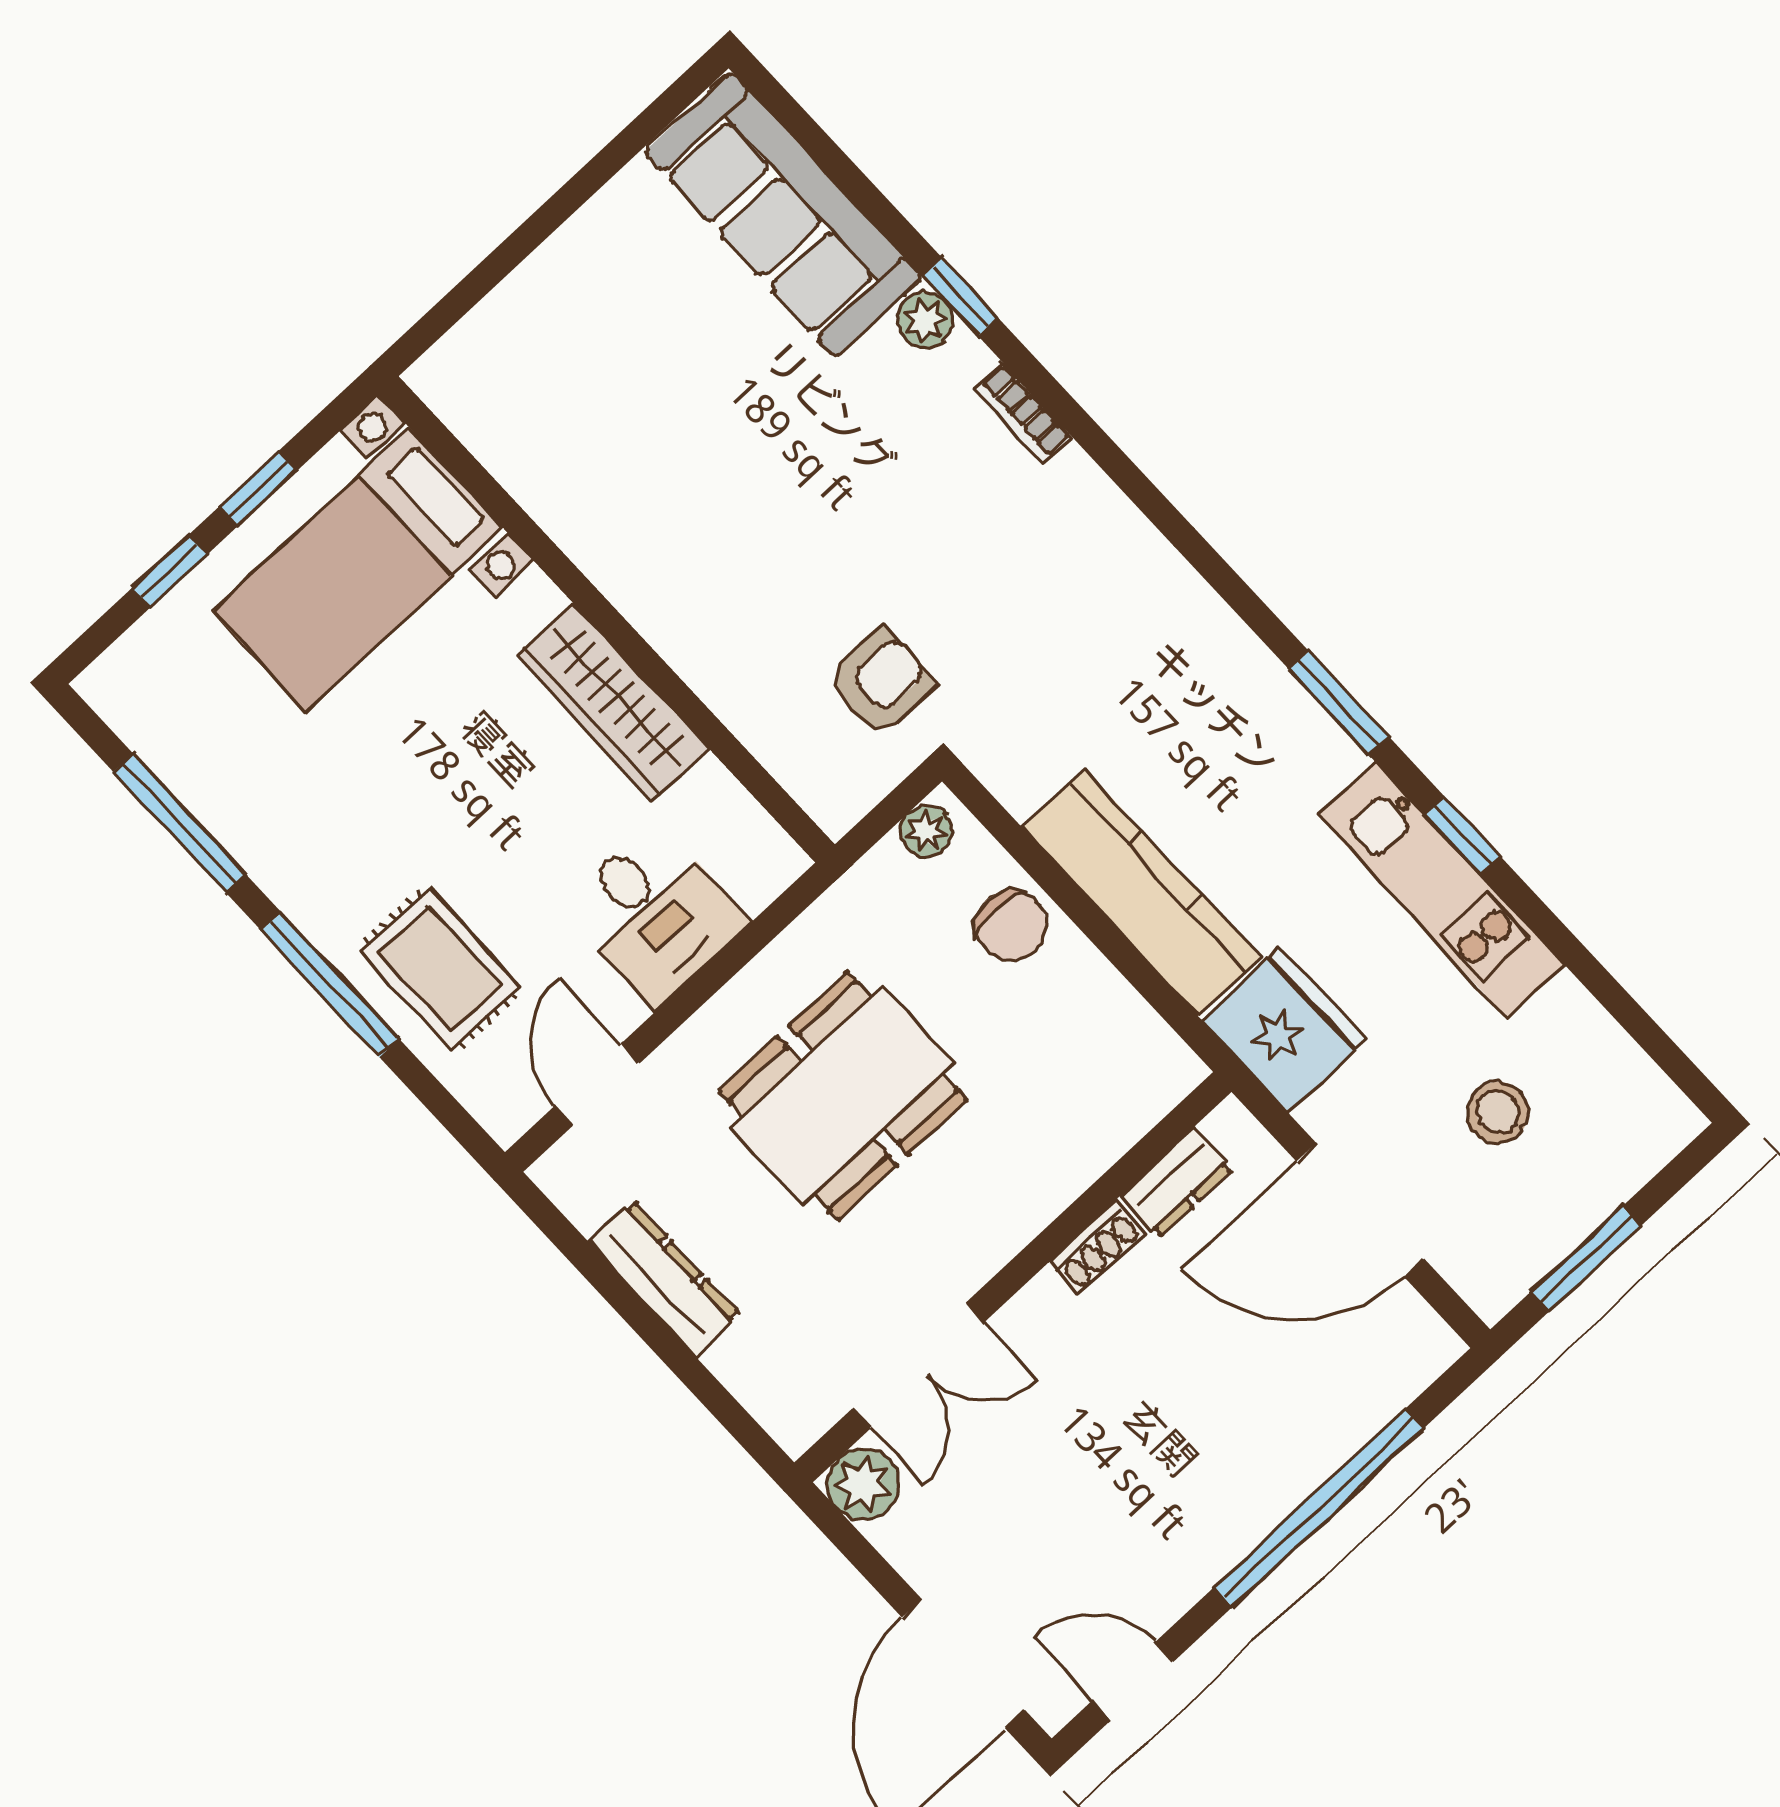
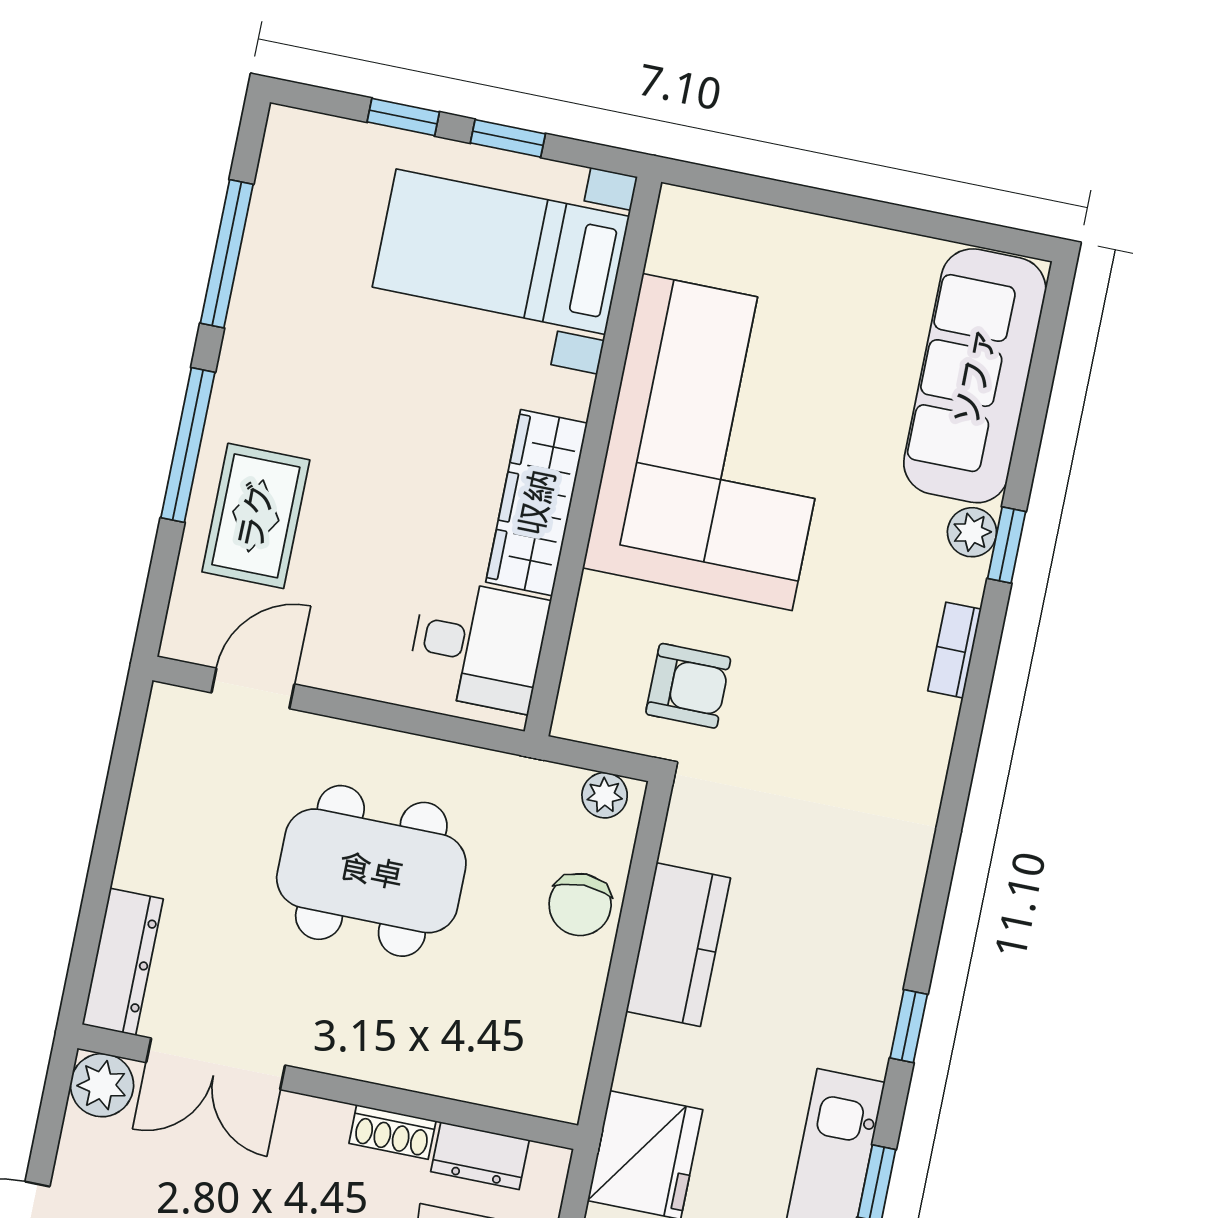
corner sofa: (675, 495) -> (717, 442), added
window: (1339, 703) -> (909, 1026), width x0.67
kitchen counter: (1142, 893) -> (678, 945), width x0.67
desk: (655, 914) -> (478, 645), moved, turned -90
dresser: (665, 1278) -> (123, 962), moved

